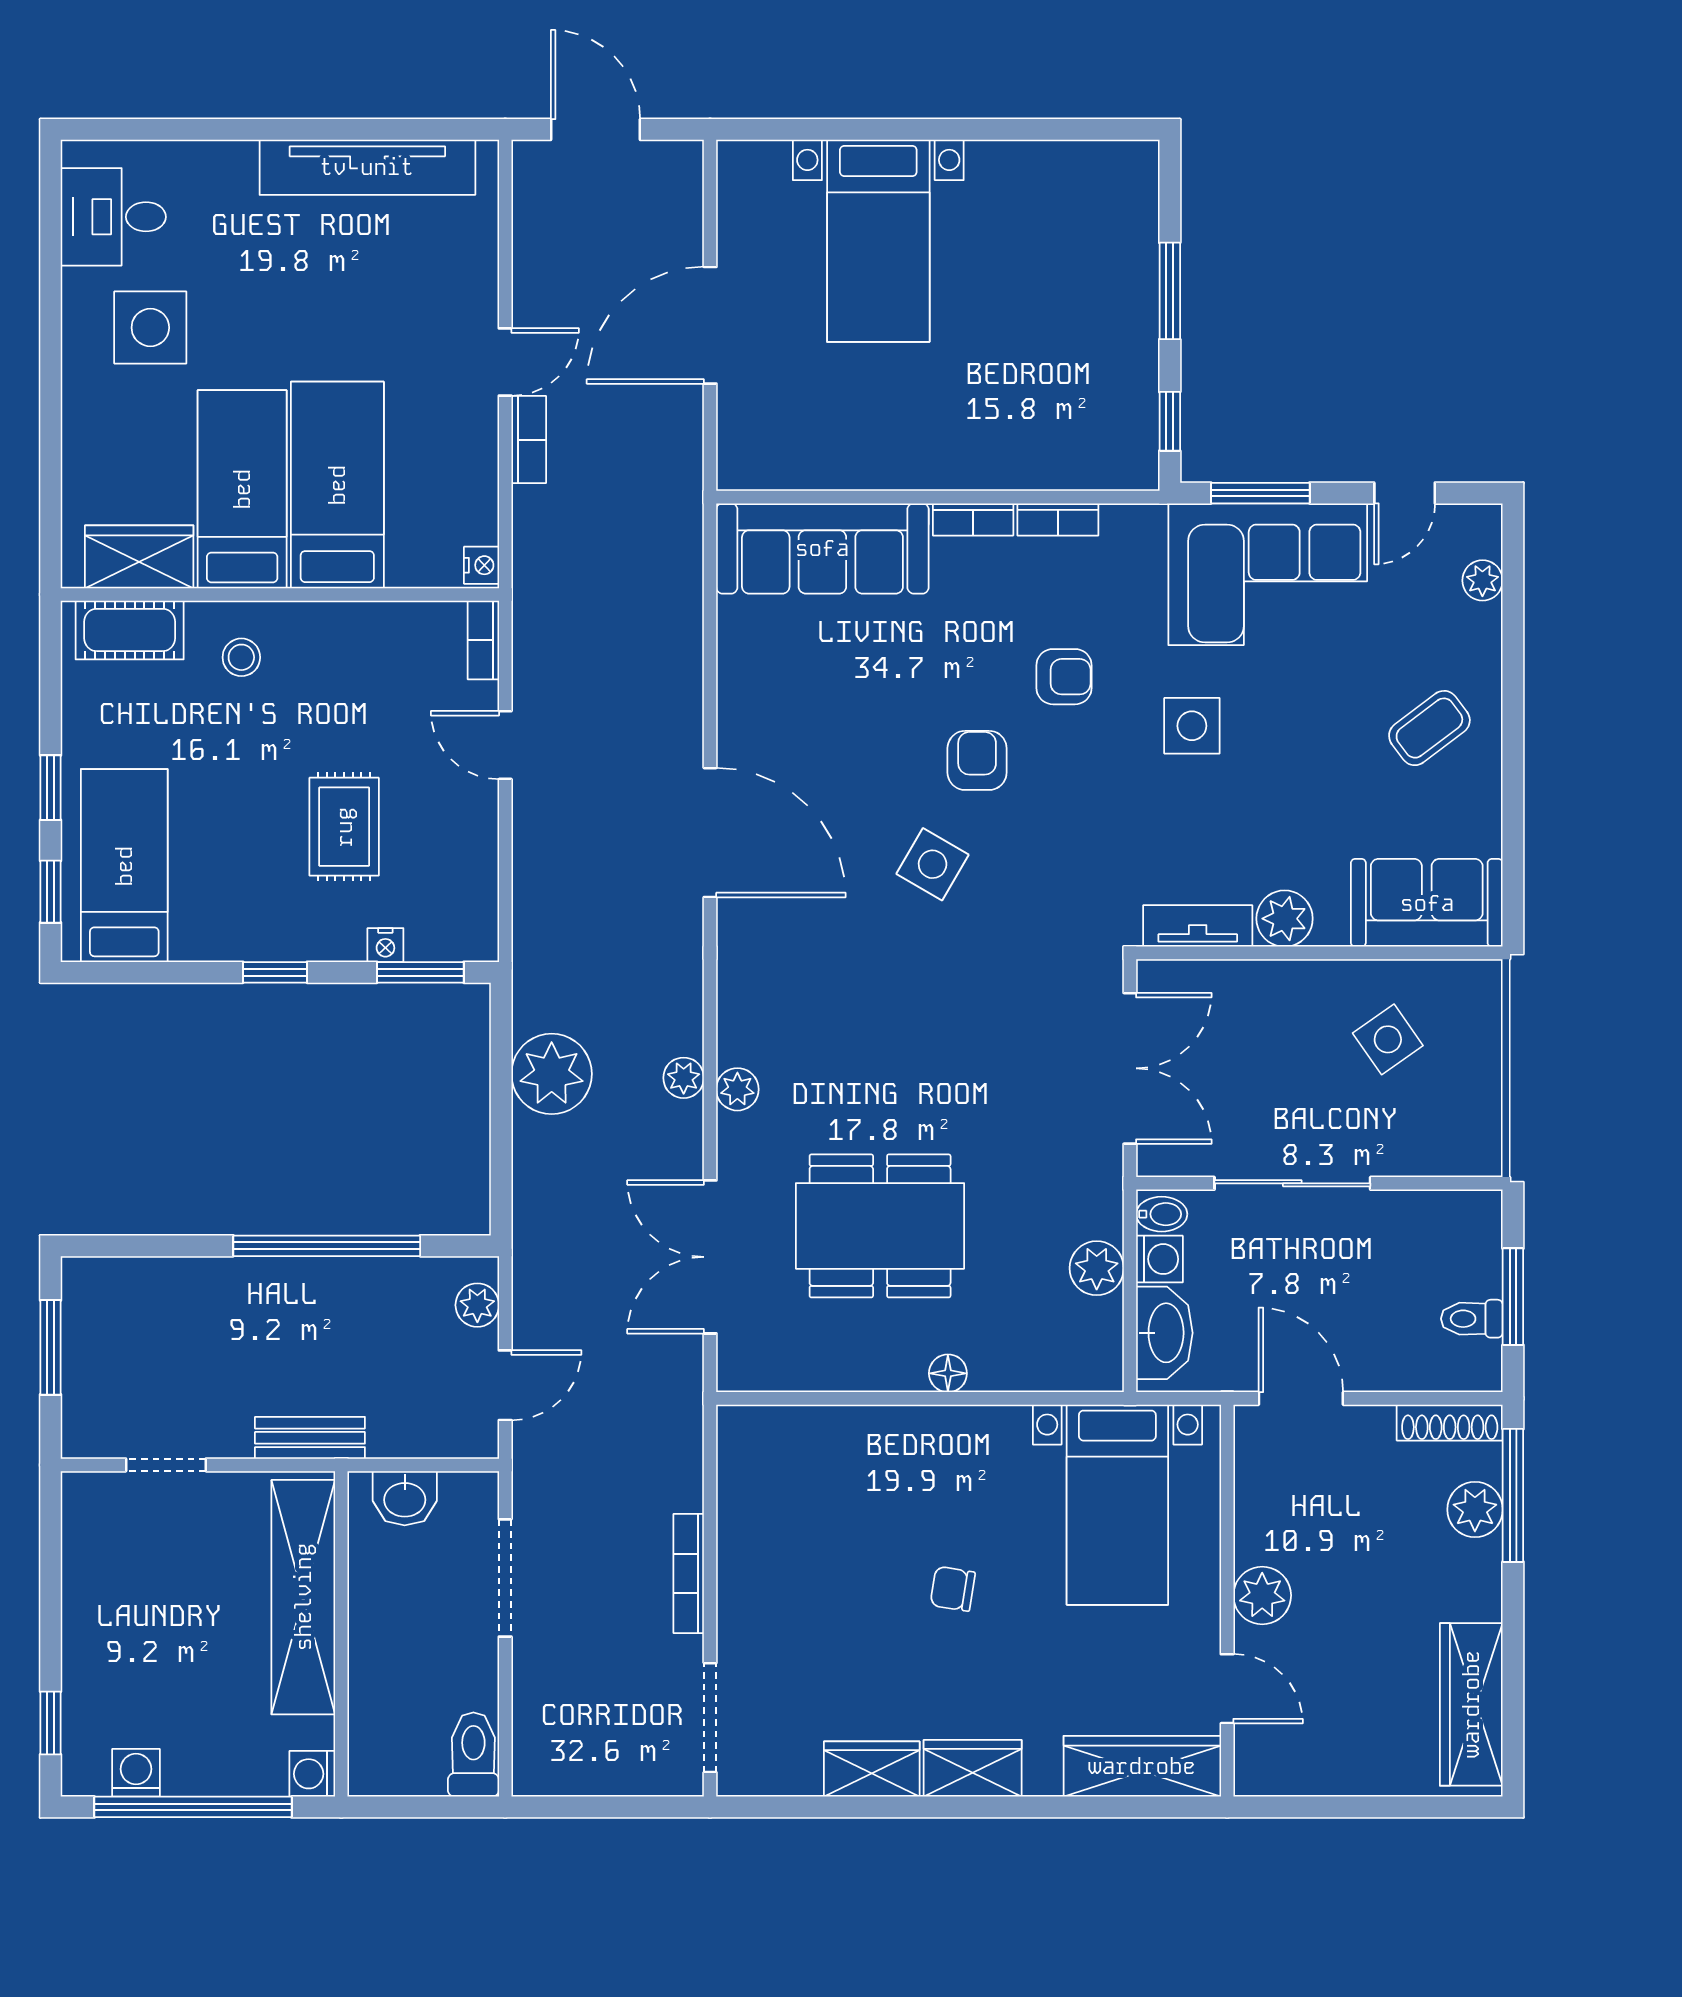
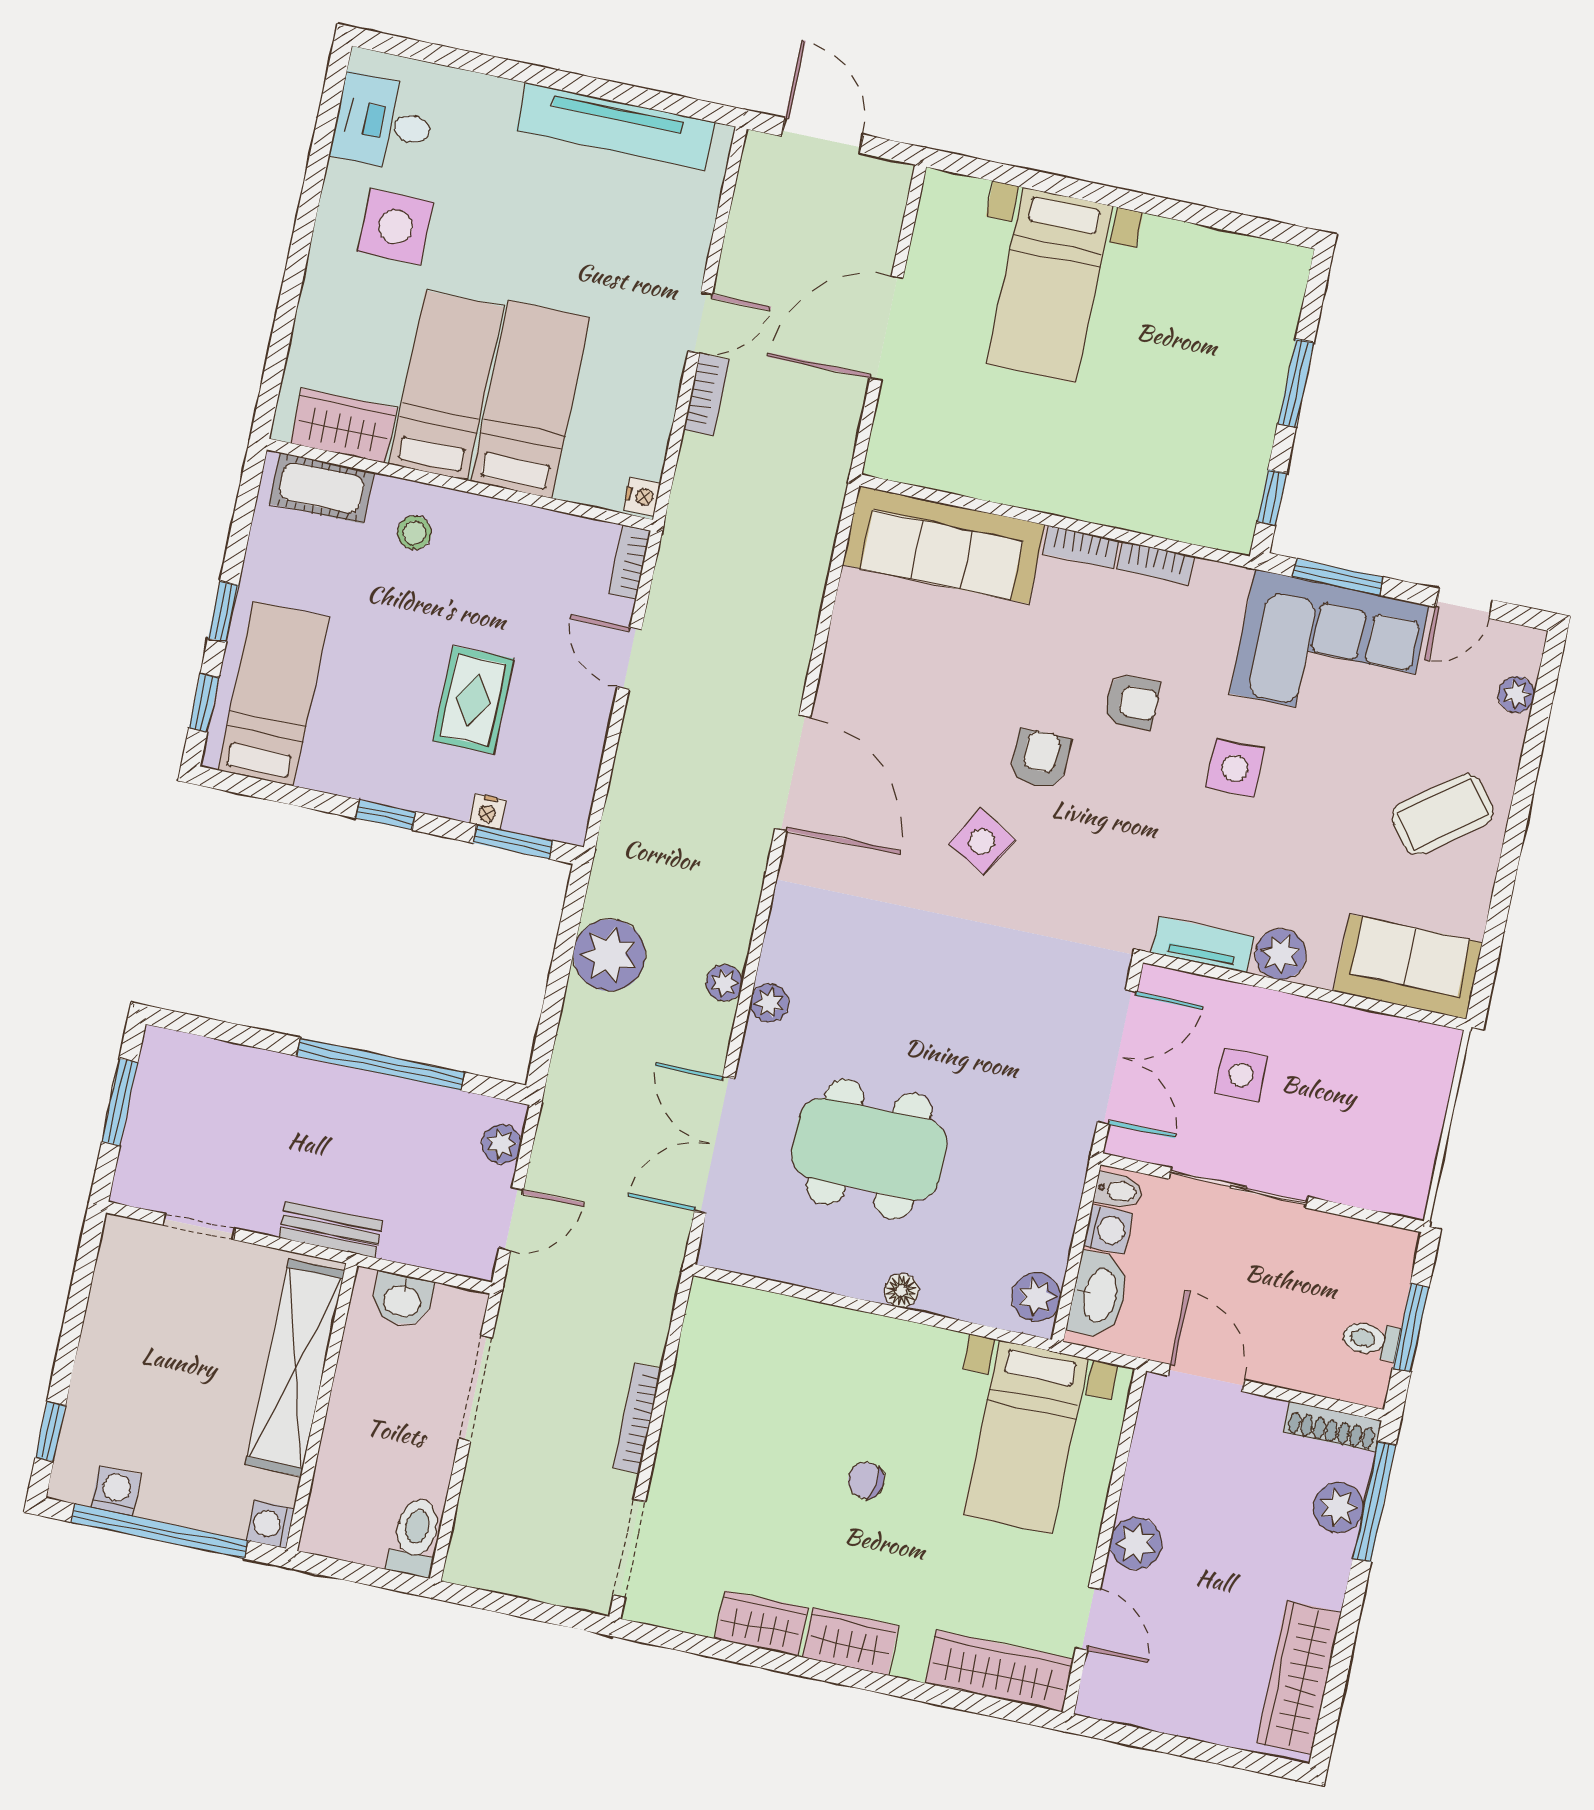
coffee table: (1429, 728) -> (1443, 814), width x1.36, depth x1.30
side table: (1388, 1039) -> (1241, 1075), moved, turned 35
plant: (1097, 1268) -> (1036, 1297), moved

